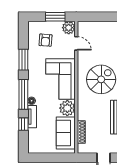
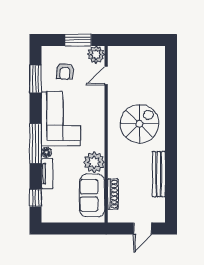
door: (76, 43) -> (106, 76), swing flipped
window: (23, 60) -> (35, 79), moved
corner sofa: (61, 79) -> (61, 119), moved, turned 180
window: (23, 124) -> (35, 198), moved

